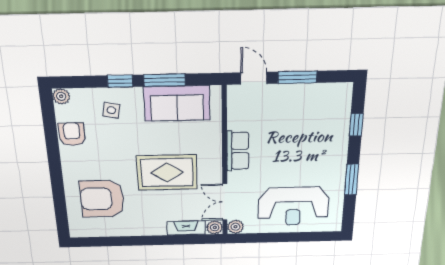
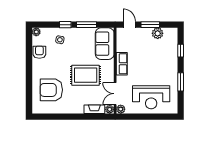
plant: (312, 94) -> (158, 33), added
sofa: (177, 103) -> (105, 44), moved, turned 90

